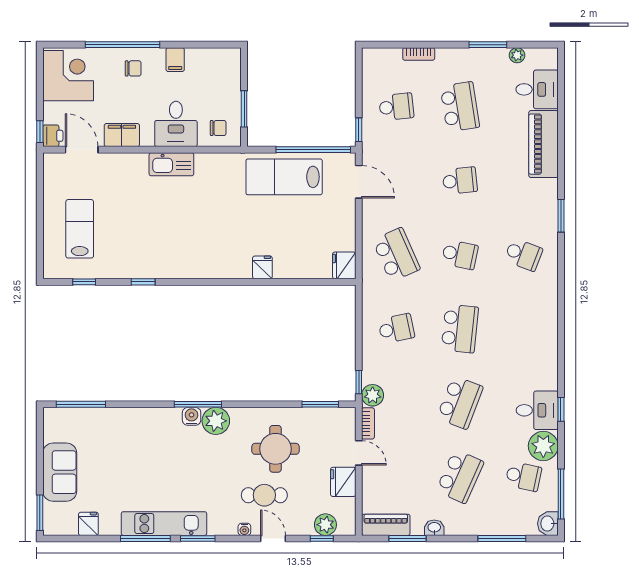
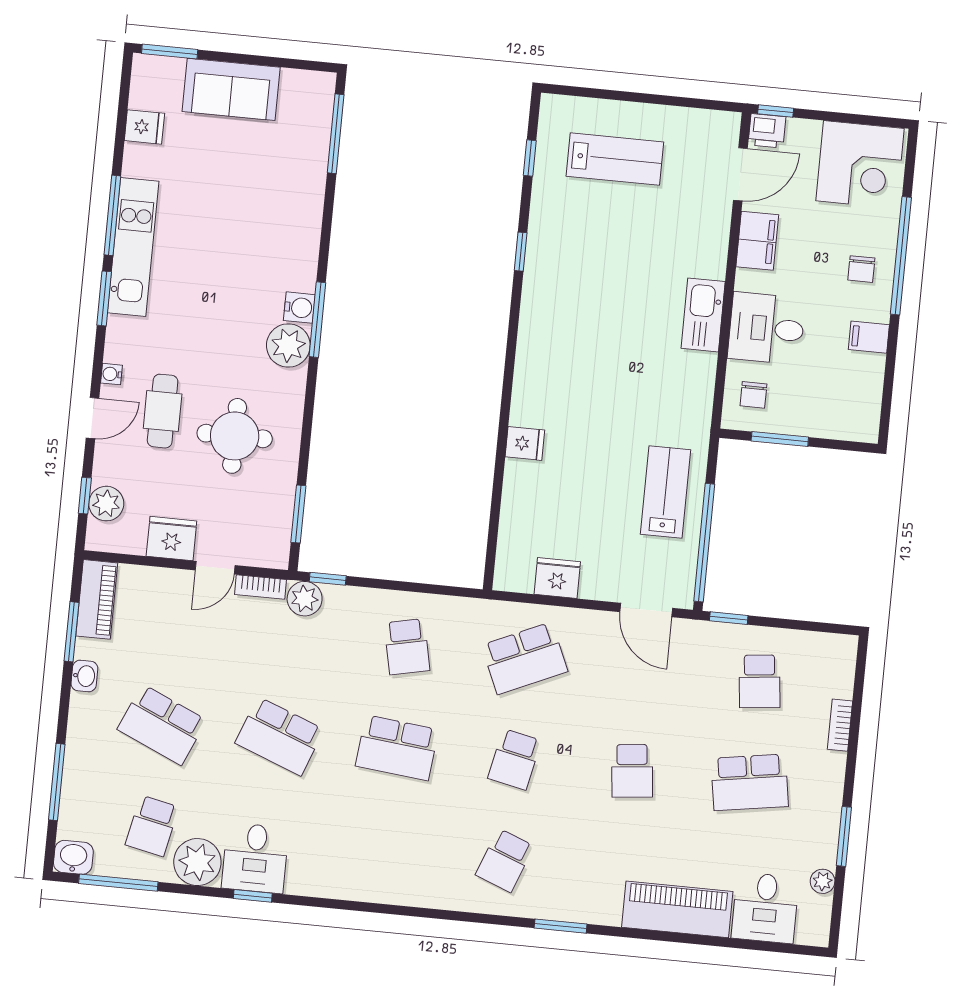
lab bench: (284, 177) -> (665, 492), width x0.73, depth x0.72
door: (359, 182) -> (646, 610), hinge flipped
fridge: (344, 265) -> (557, 578), moved

